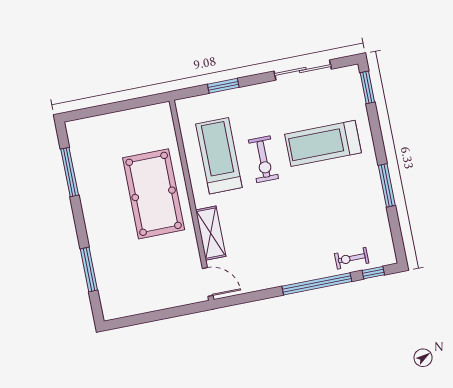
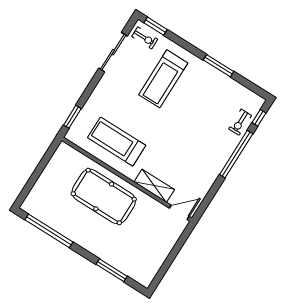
window: (223, 86) -> (72, 117), moved
exercise bike: (263, 159) -> (145, 38), moved, width x0.73, depth x0.72
window: (70, 172) -> (49, 231), width x1.46

